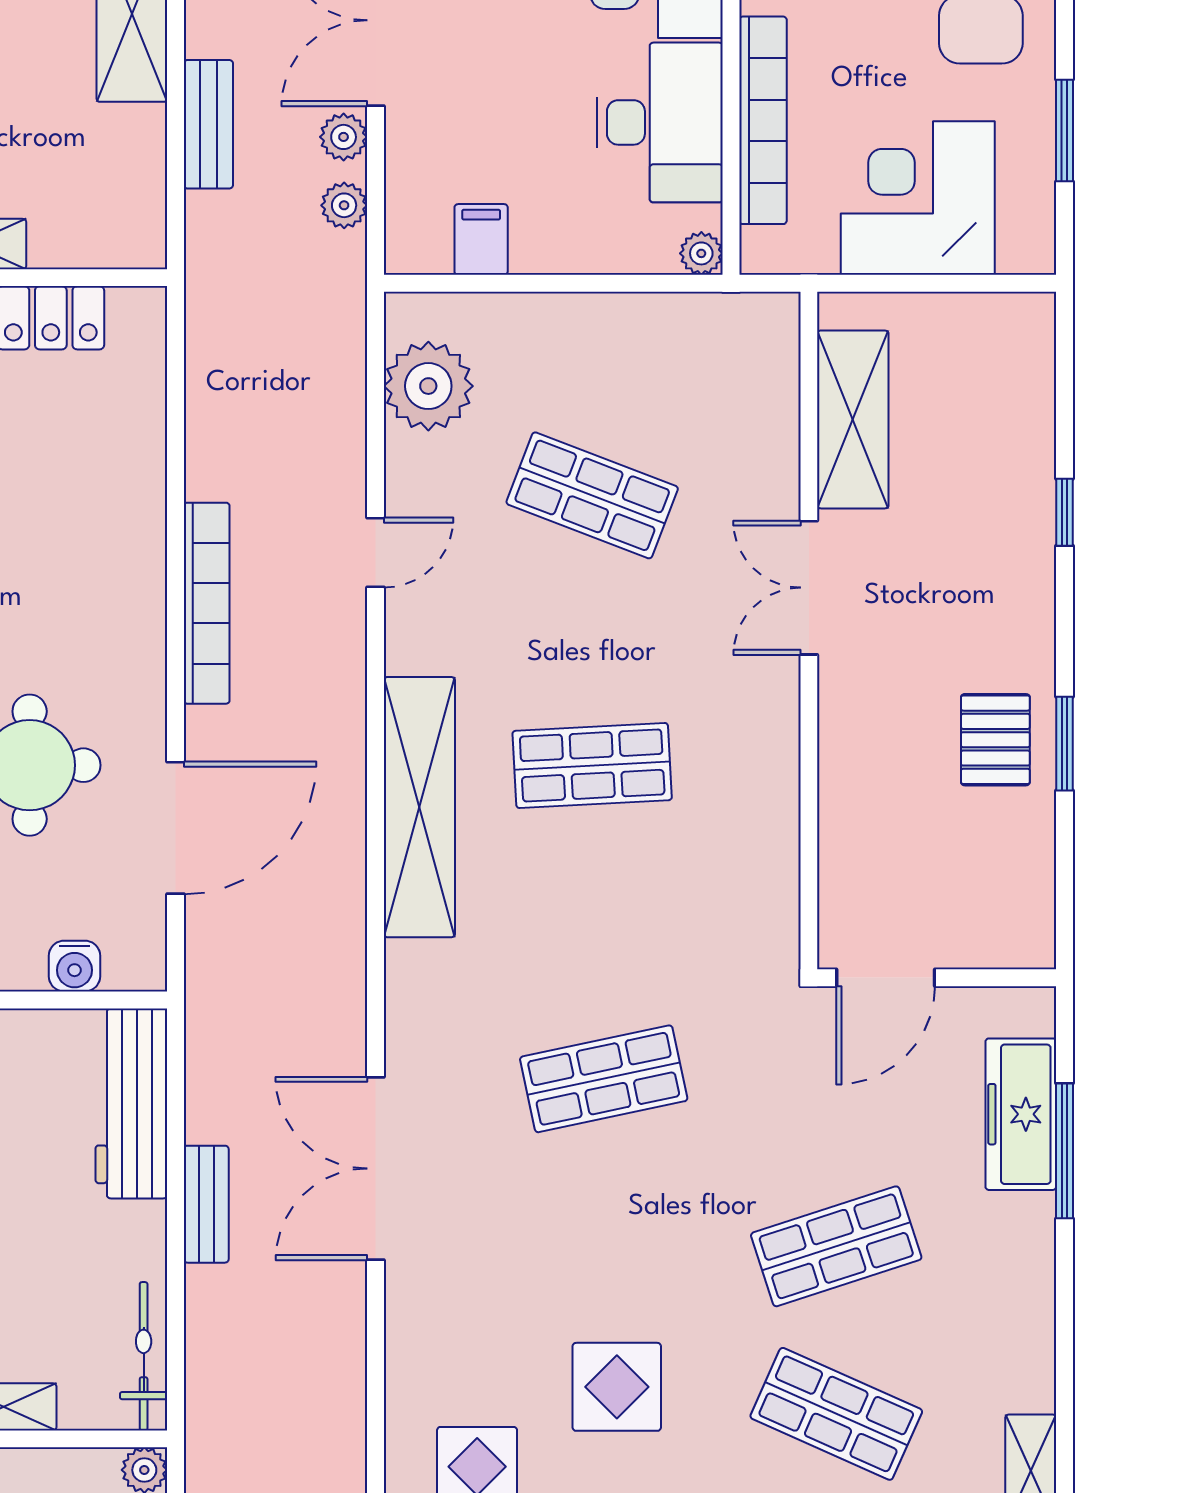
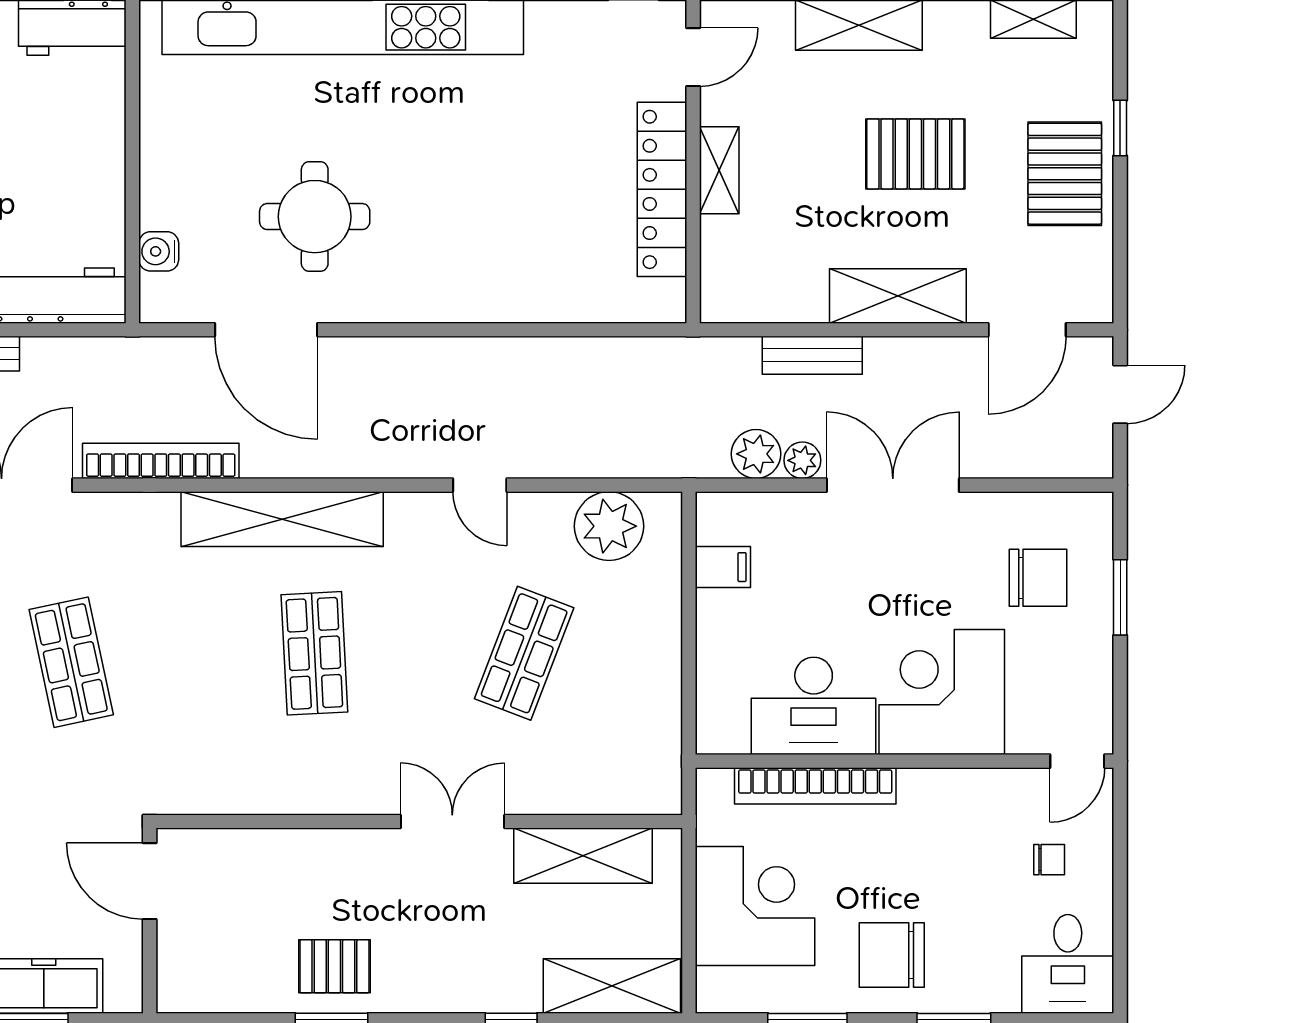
plant: (344, 205) -> (756, 454), width x1.38, depth x1.38
plant: (701, 253) -> (712, 738), removed
shelving: (1021, 382) -> (612, 986), added
bookcase: (207, 603) -> (161, 461), moved, turned 180

